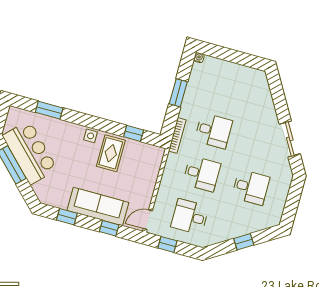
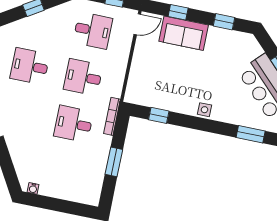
water cooler: (199, 58) -> (33, 188), moved
rug: (111, 153) -> (182, 93), removed
sofa: (98, 206) -> (184, 33), width x0.73

